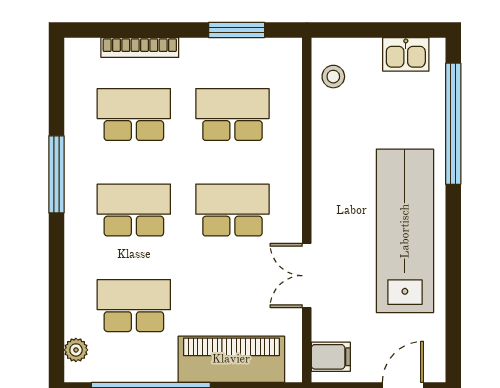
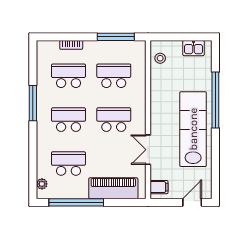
window: (237, 30) -> (116, 37), width x1.44
bookcase: (140, 48) -> (71, 45), width x0.64
window: (453, 124) -> (215, 100), moved

